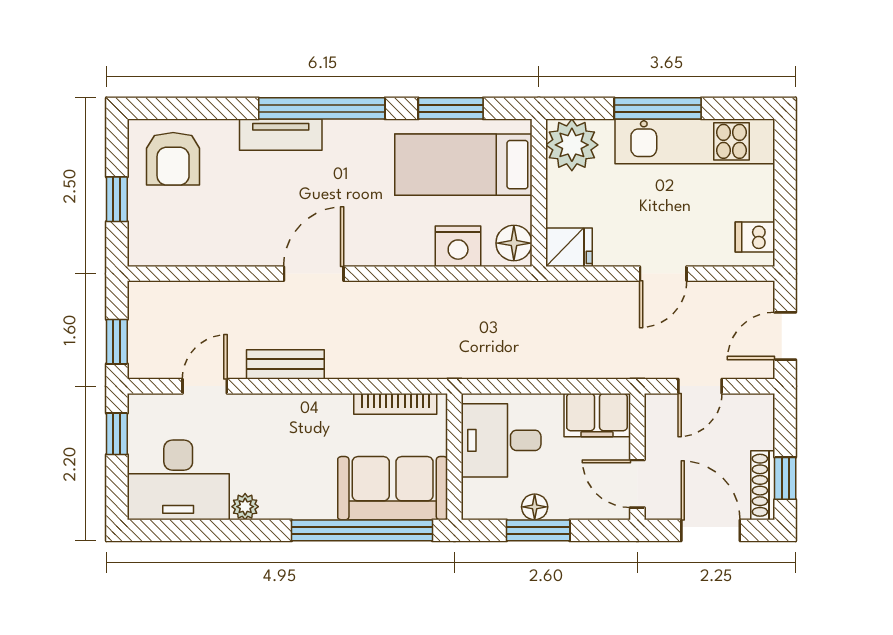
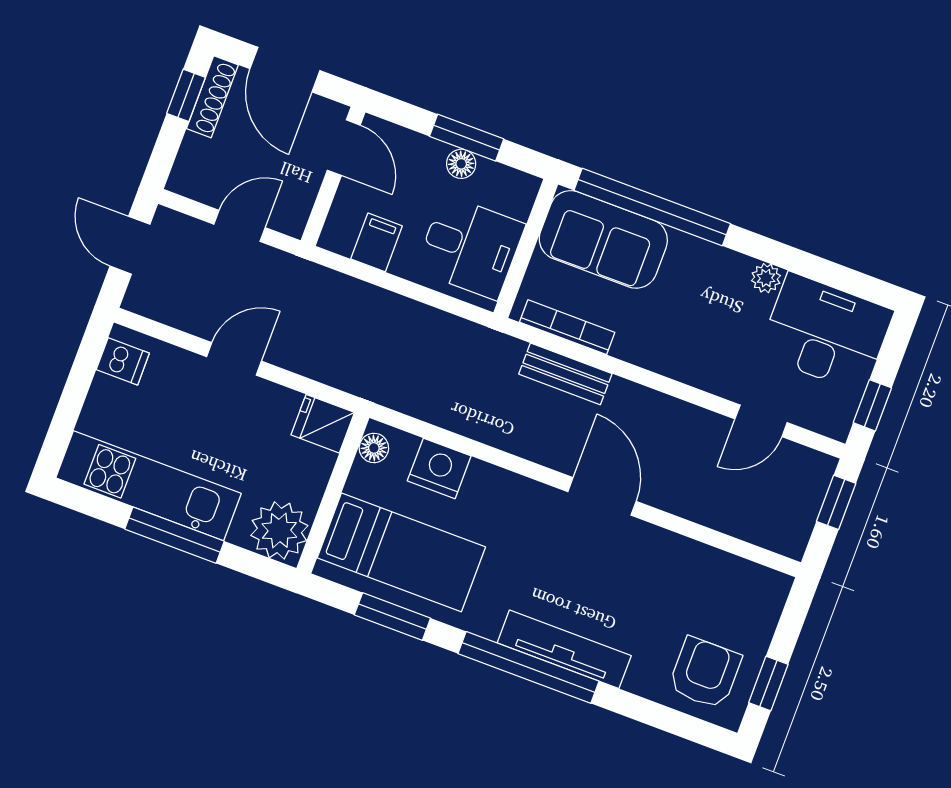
tv unit: (281, 135) -> (564, 649), width x1.41
window: (117, 199) -> (768, 684), moved
floor lamp: (514, 243) -> (374, 448), width x0.73, depth x0.73
door: (314, 274) -> (602, 496), swing flipped
door: (785, 336) -> (130, 245), swing flipped
bench: (285, 364) -> (565, 374), moved
filing cabinet: (597, 415) -> (377, 242), width x0.50

